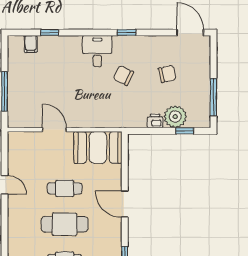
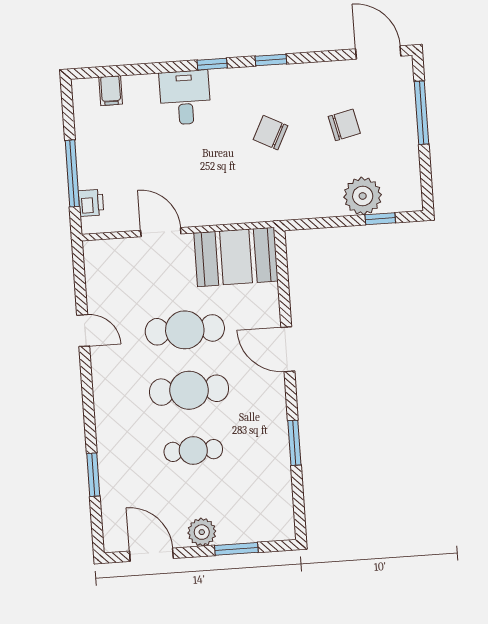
window: (50, 32) -> (212, 64), moved
desk: (97, 51) -> (185, 98), moved
window: (213, 97) -> (421, 113), moved
printer: (155, 121) -> (91, 203), moved, turned 90
cafe table: (65, 188) -> (185, 330), width x1.37, depth x1.35

